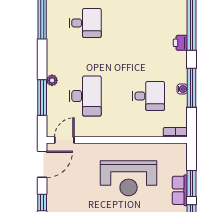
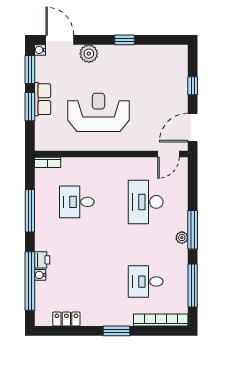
plant: (52, 80) -> (182, 238), moved
water cooler: (182, 89) -> (40, 275), moved
window: (42, 97) -> (193, 230), moved

